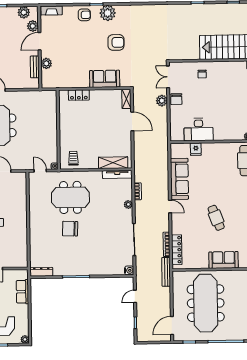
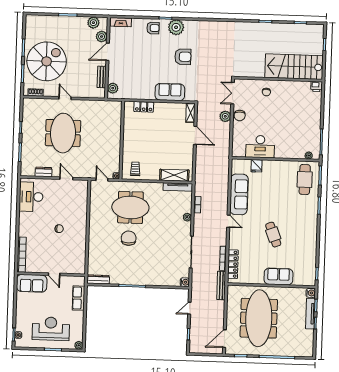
plant: (46, 63) -> (113, 88), moved
chair: (70, 229) -> (129, 238), turned 88

